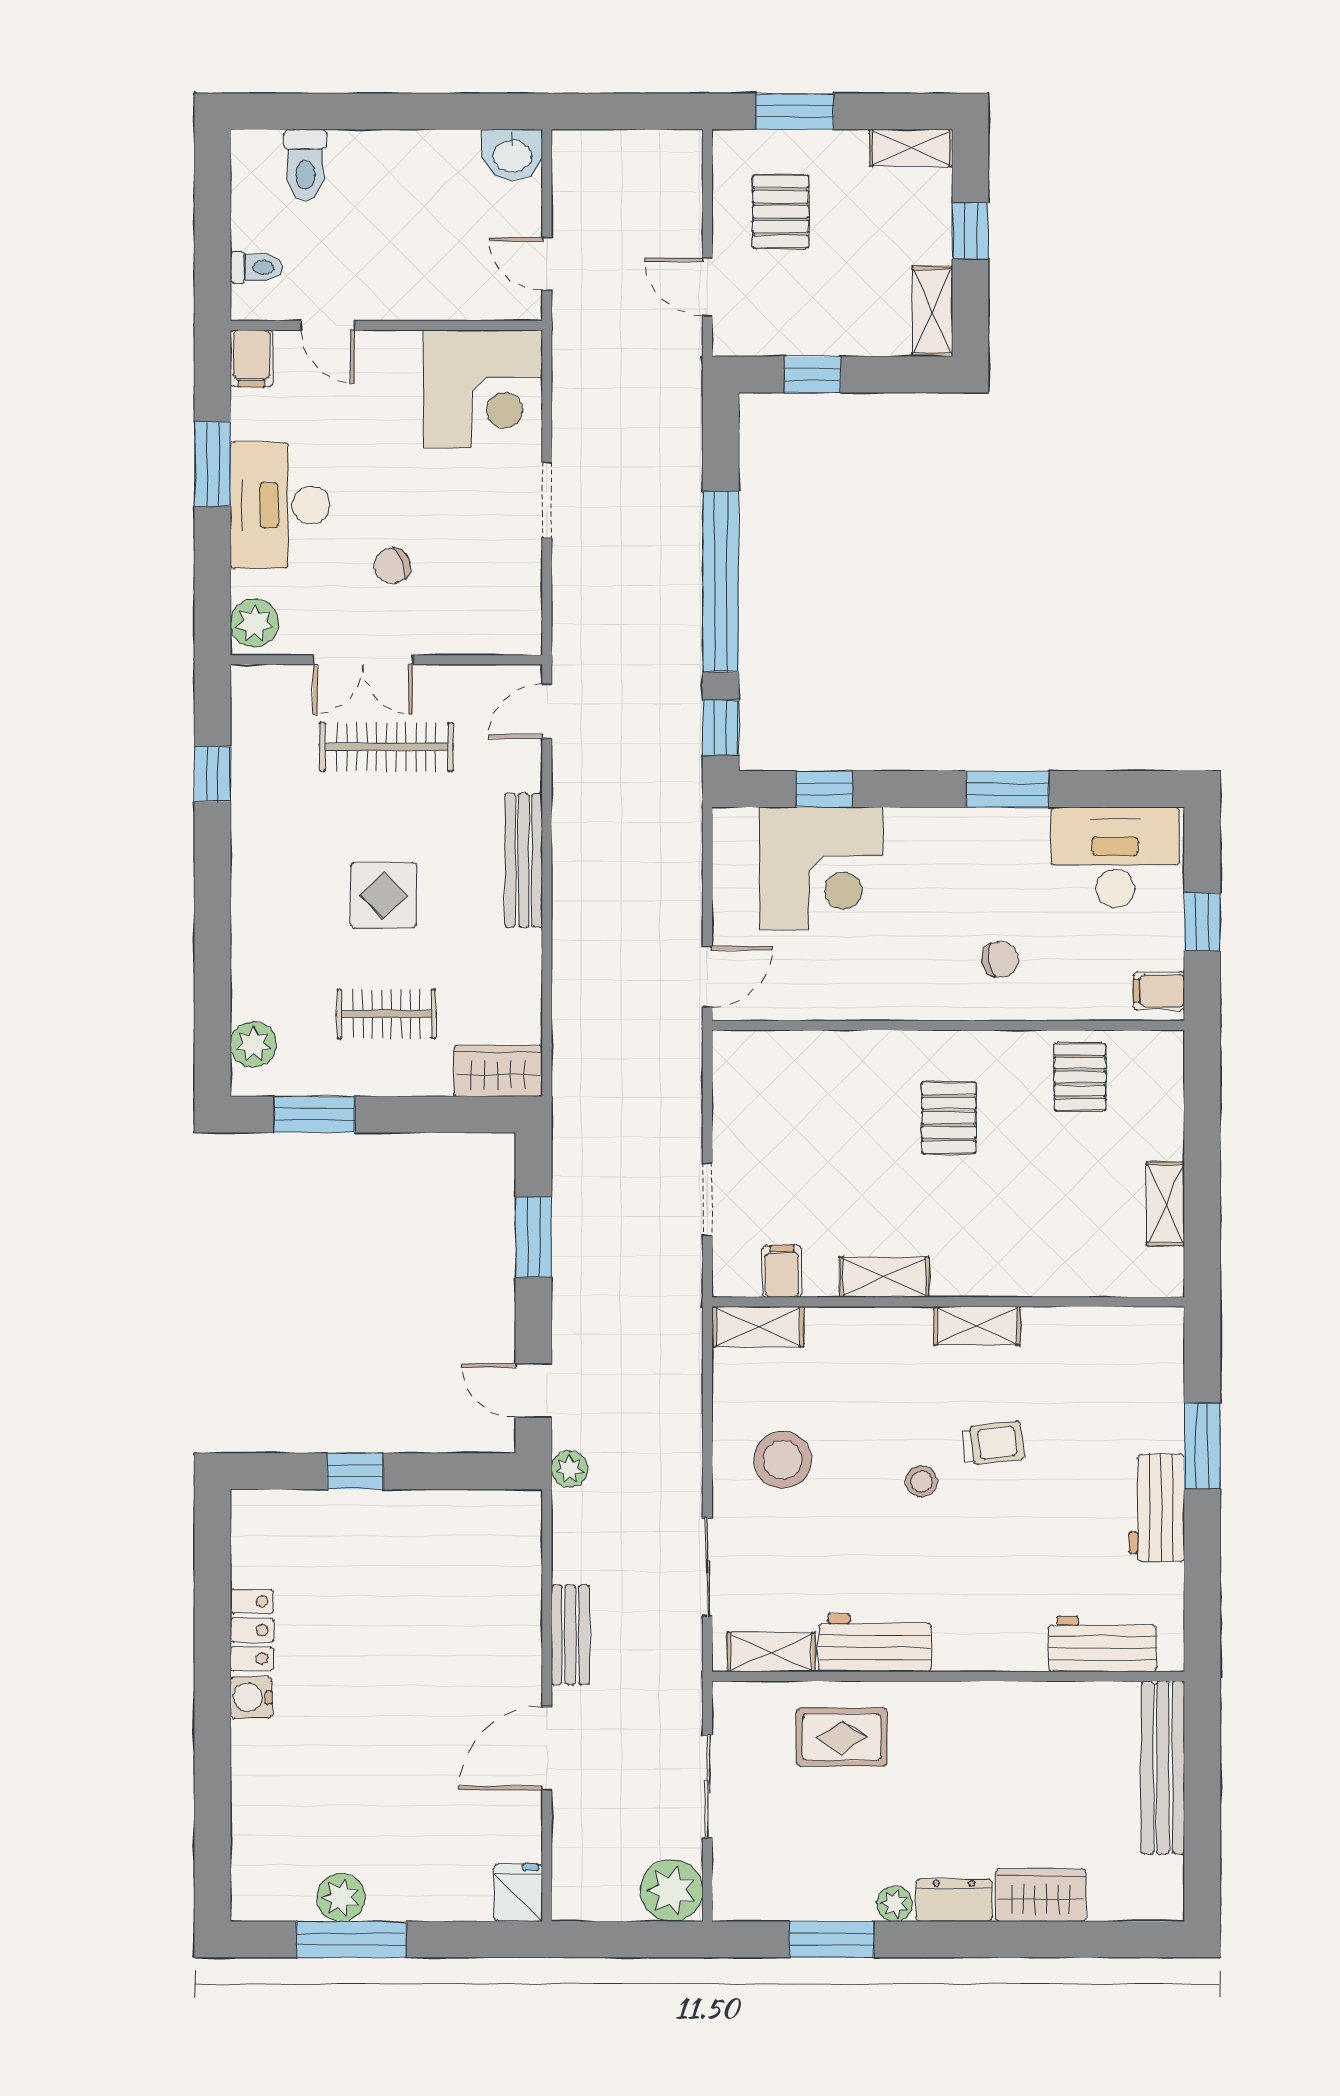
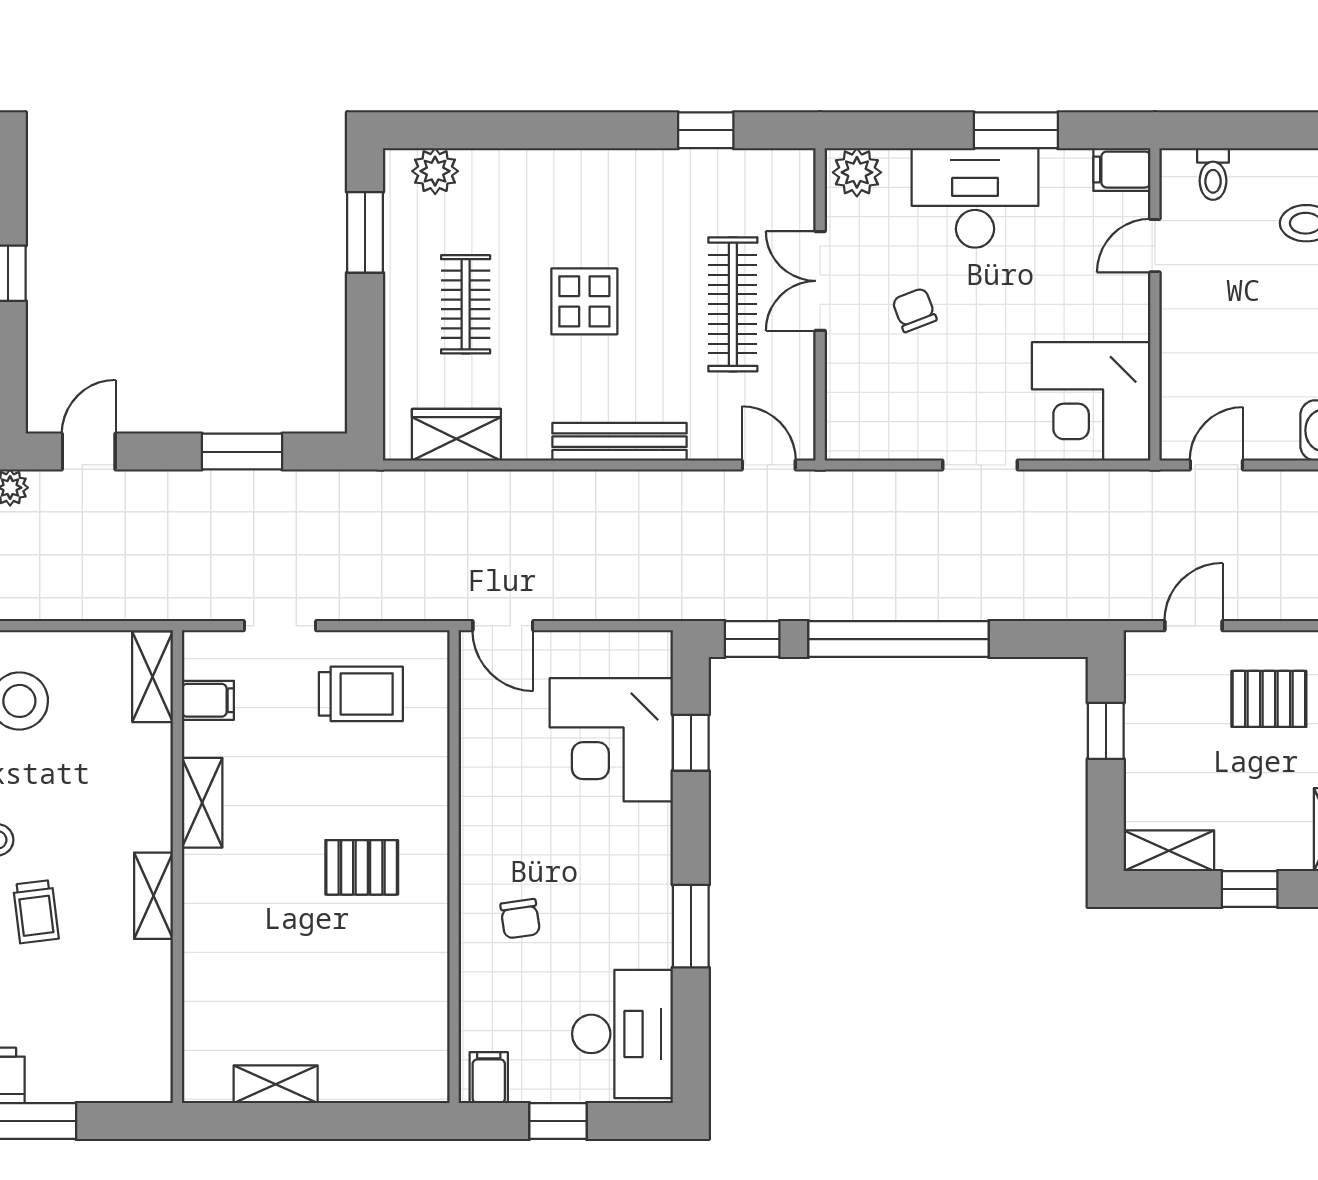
wardrobe: (498, 1071) -> (456, 435), moved, turned -90
pallet: (1080, 1077) -> (403, 999), removed
trolley: (775, 1119) -> (361, 694), added

